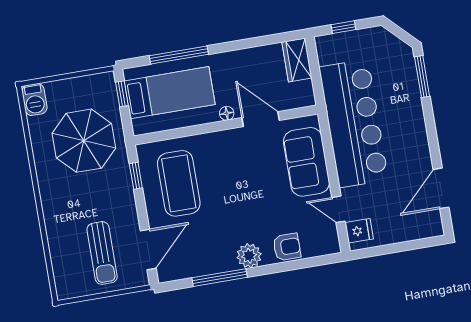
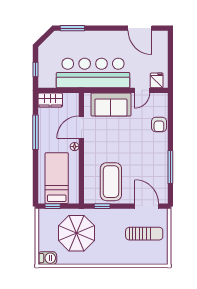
window: (179, 55) -> (36, 132), moved
coffee table: (179, 183) -> (111, 182), turned 90
armchair: (287, 247) -> (159, 125), turned 180
plant: (249, 256) -> (160, 148), removed

